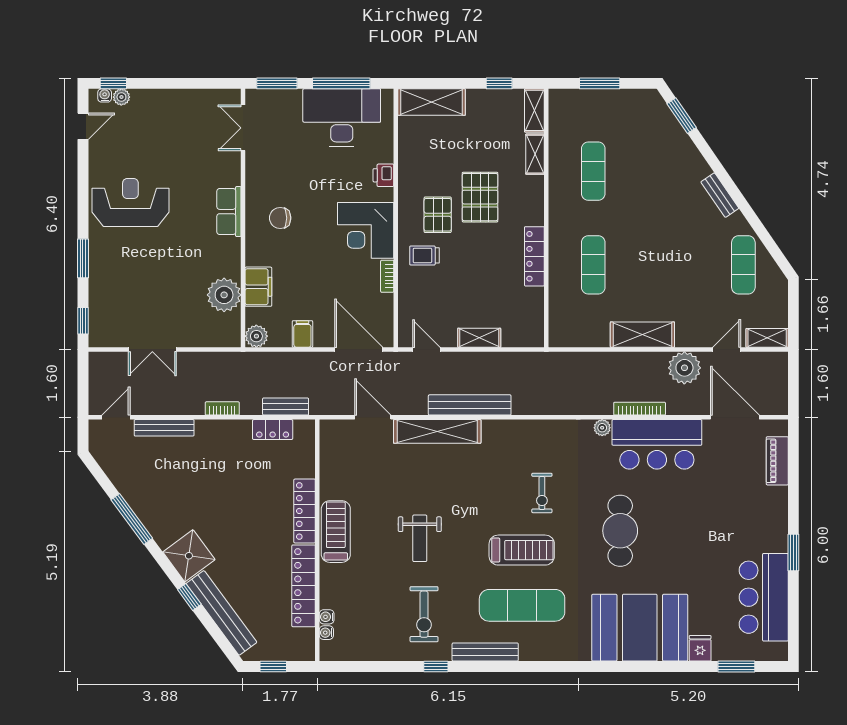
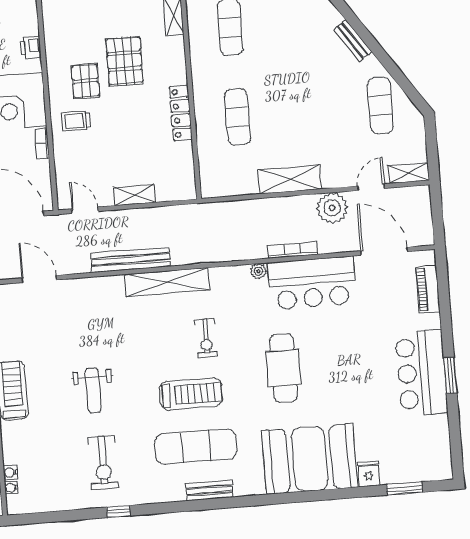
shelving: (437, 431) -> (167, 282), moved
bar counter: (764, 597) -> (422, 373), moved
bench: (485, 652) -> (209, 490), moved, width x0.73

